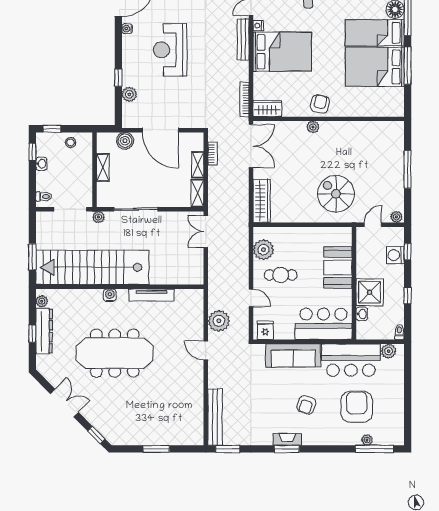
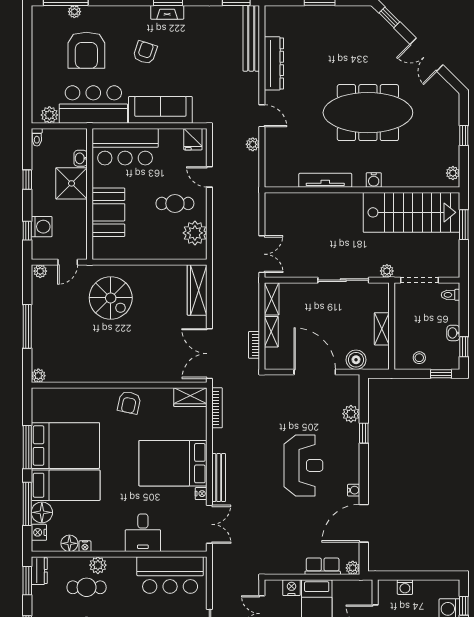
plant: (313, 127) -> (38, 376), moved
stairs: (92, 267) -> (411, 212), width x0.73
plant: (219, 321) -> (253, 144), width x0.53, depth x0.53
dresser: (44, 331) -> (274, 63), moved, turned 180

